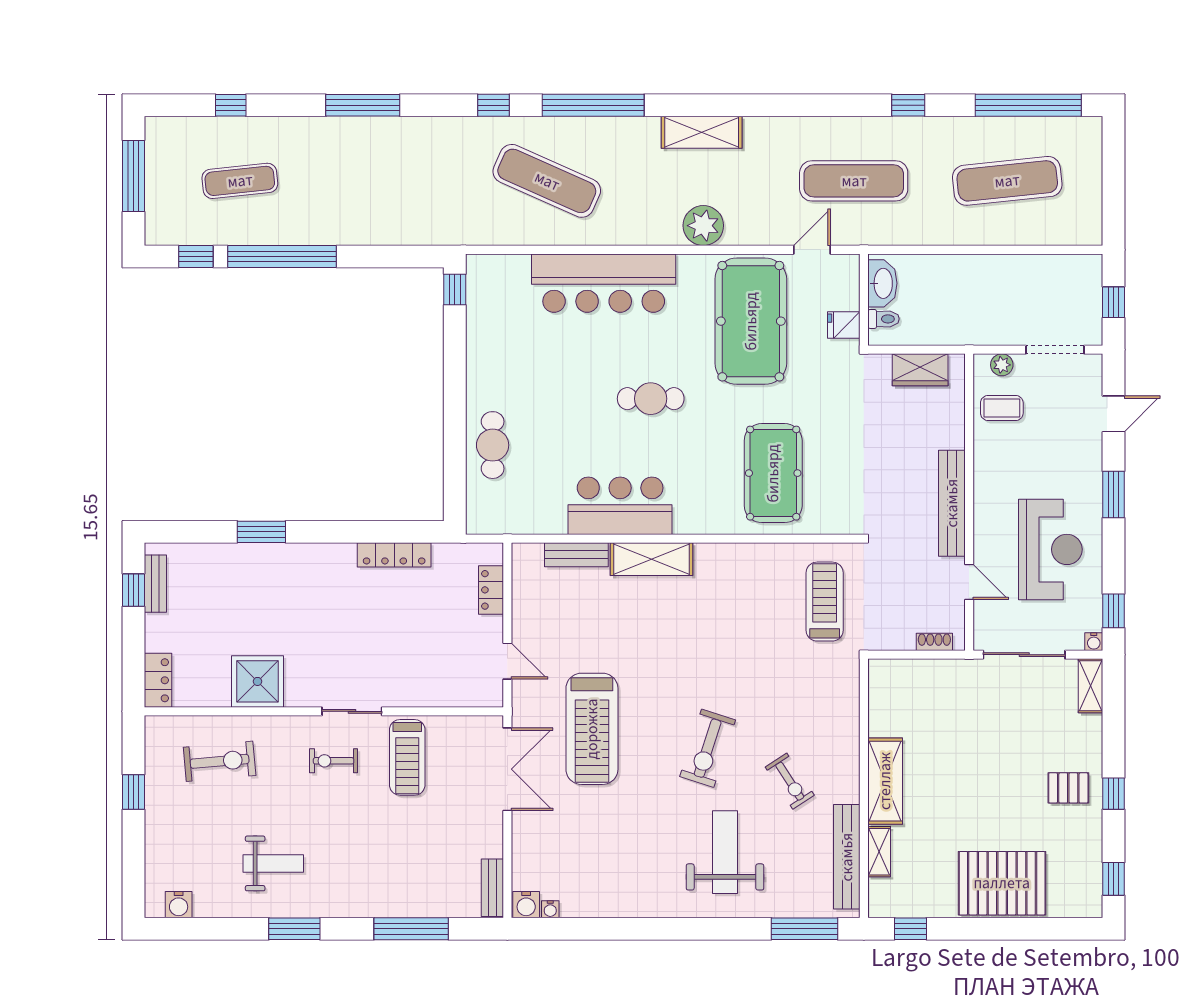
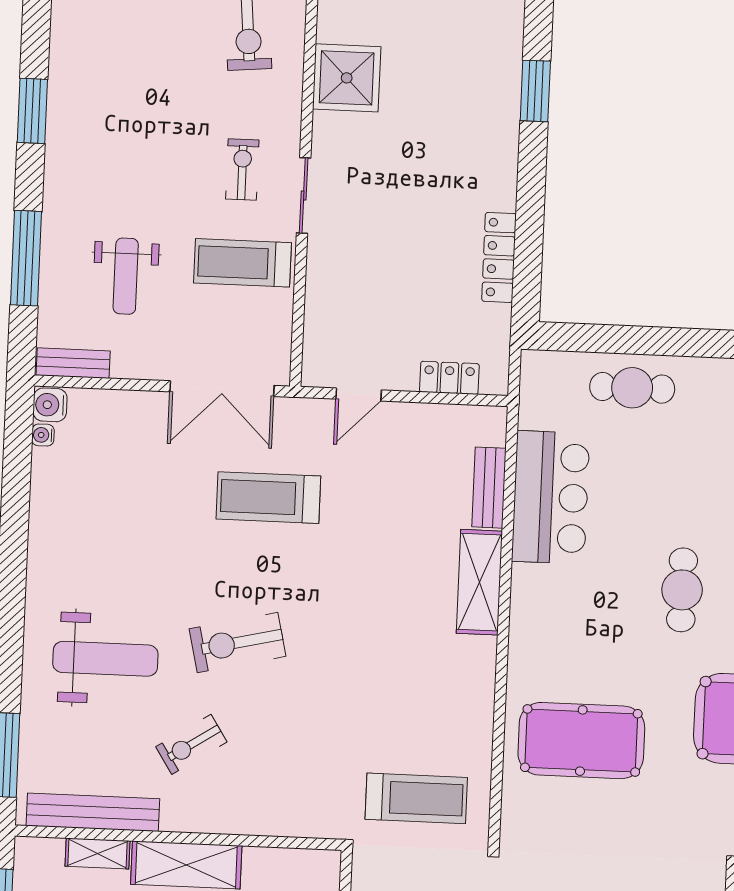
bar counter: (620, 506) -> (551, 497), moved
treadmill: (592, 729) -> (268, 498), width x0.73, depth x0.73
exercise bike: (708, 748) -> (238, 643), turned -31
weight bench: (273, 863) -> (126, 276), moved

